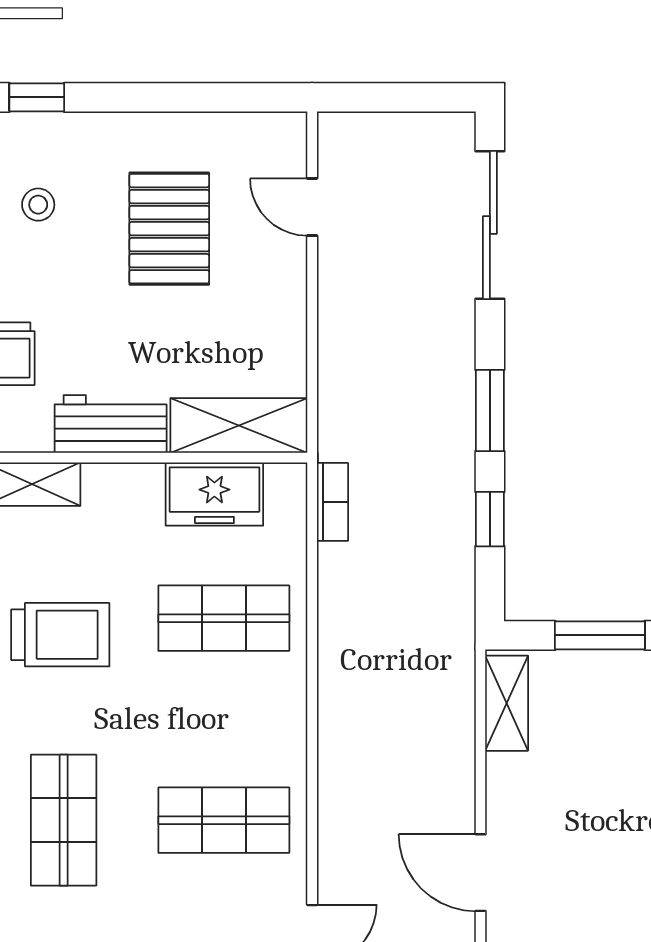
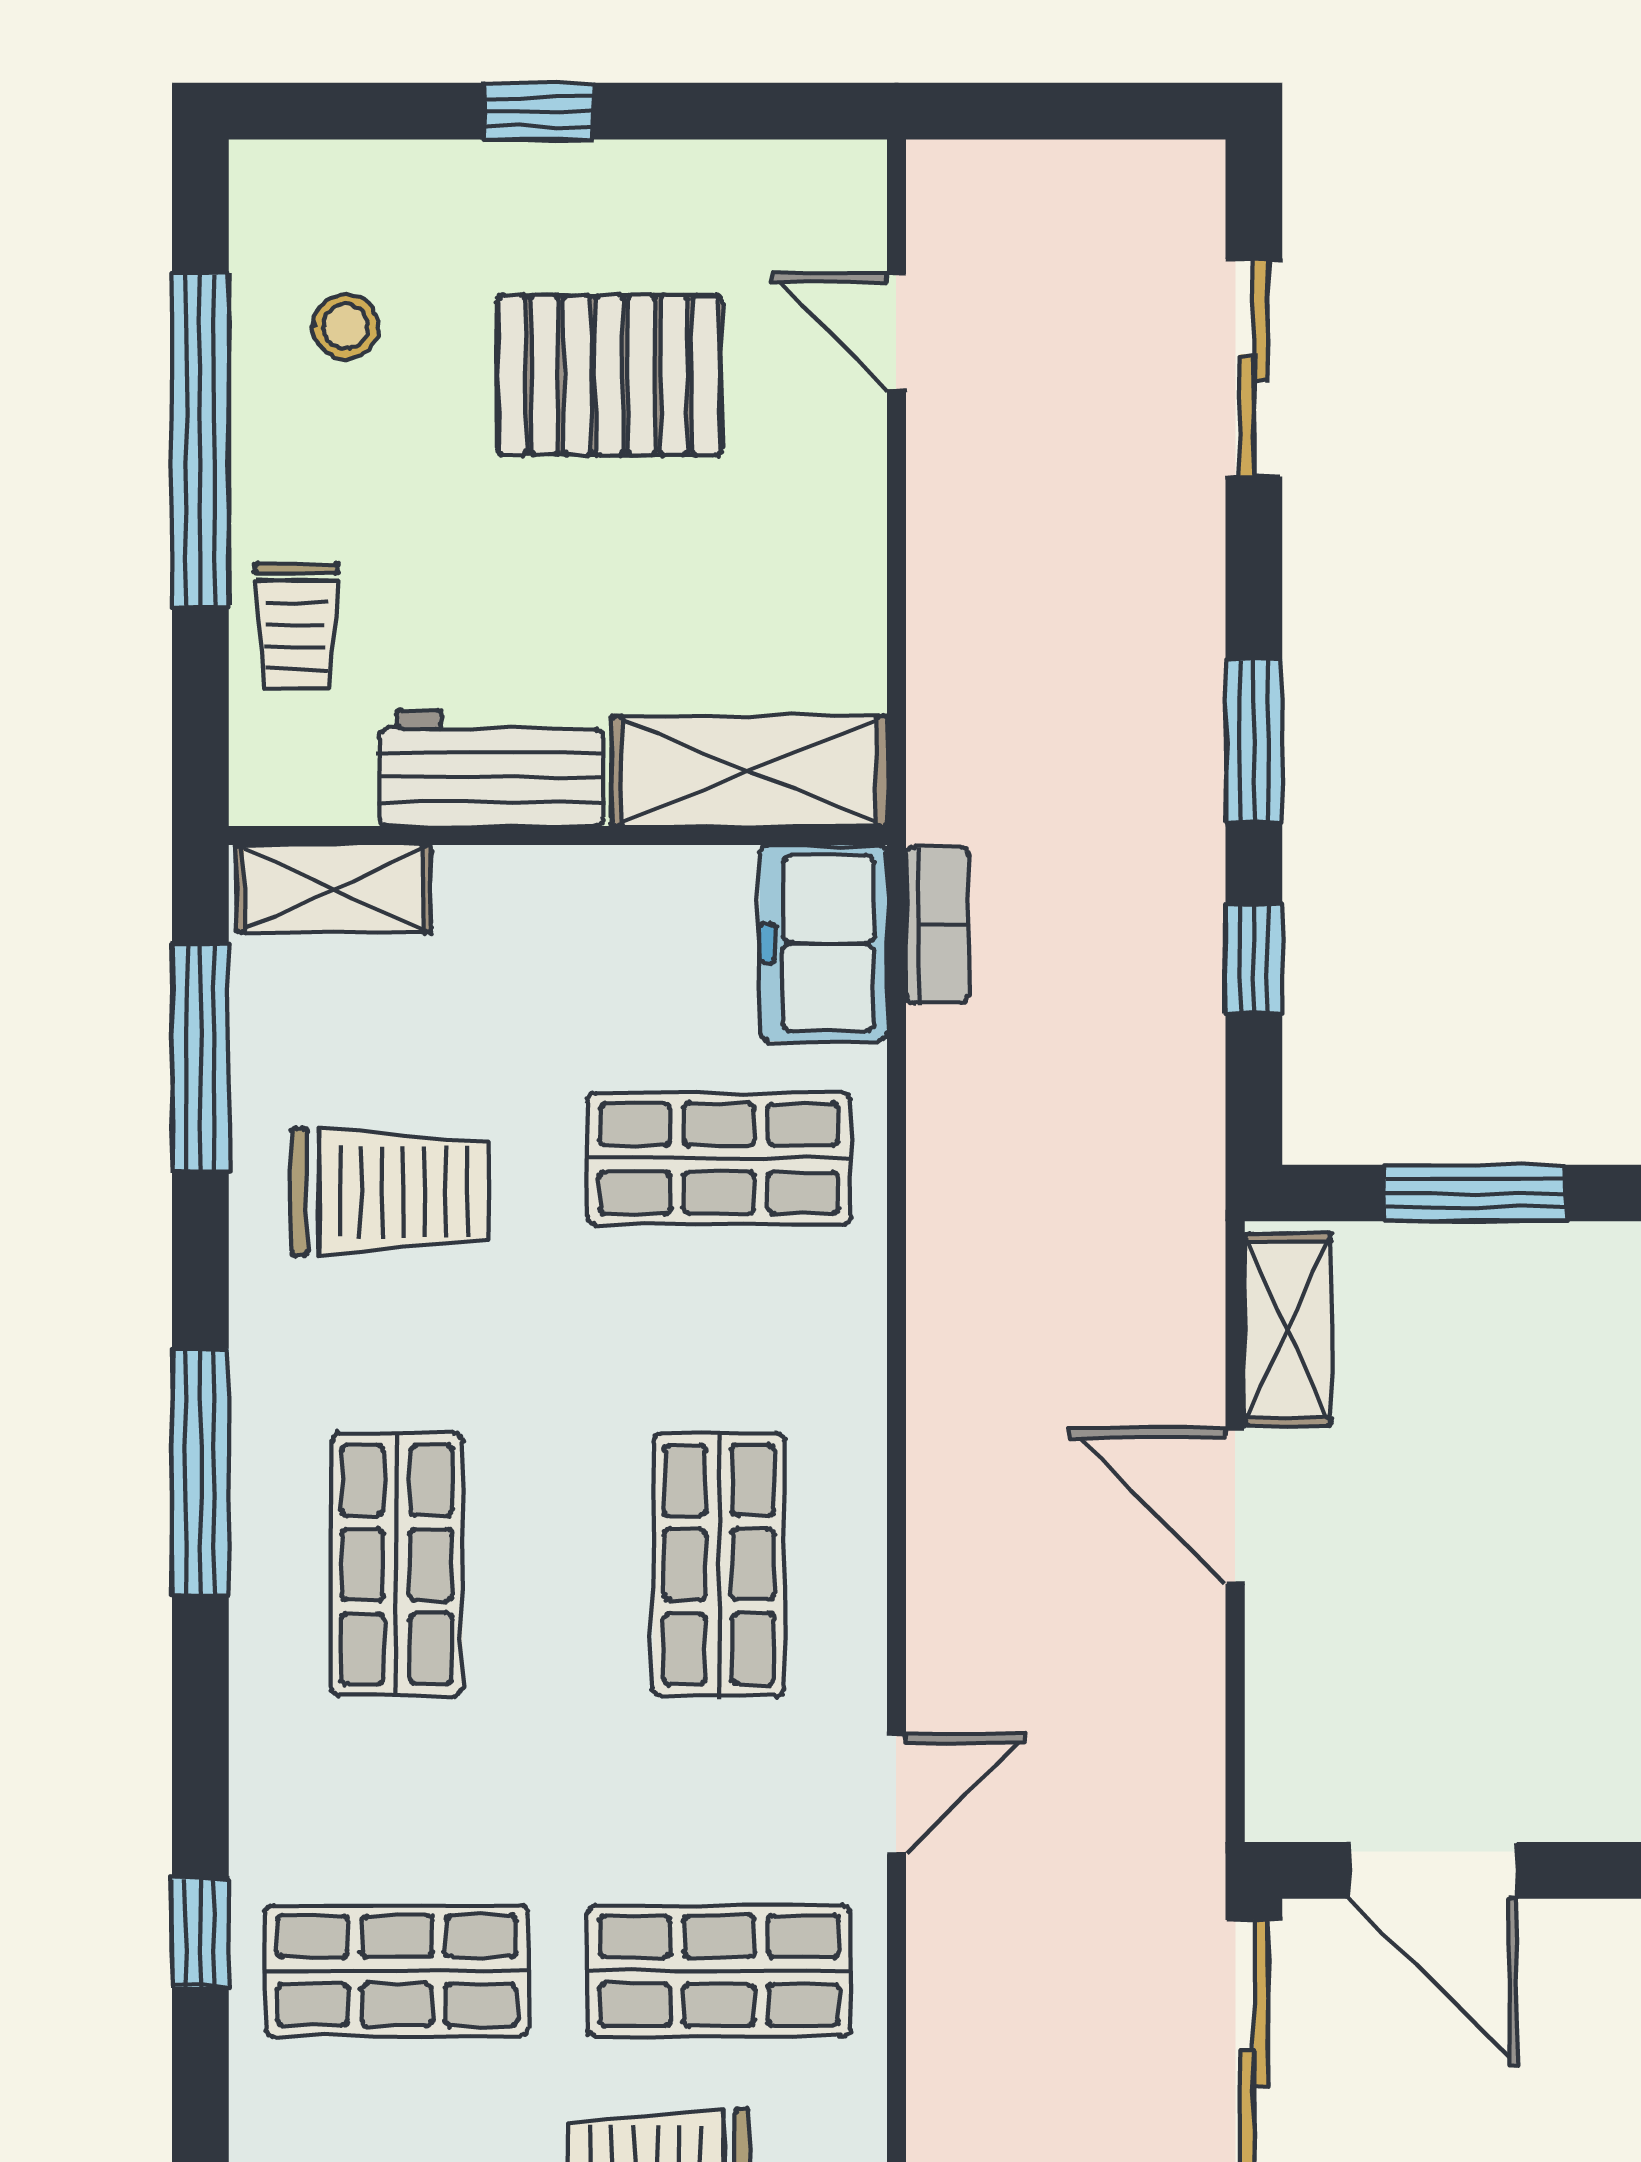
window: (37, 97) -> (538, 111), moved
sliding door: (490, 225) -> (1254, 368), width x0.73
pallet: (169, 229) -> (609, 375), turned 90
freezer: (214, 494) -> (823, 943), moved, turned 90
shop shelf: (224, 820) -> (719, 1565), turned 90
door: (481, 873) -> (1235, 1506), moved

